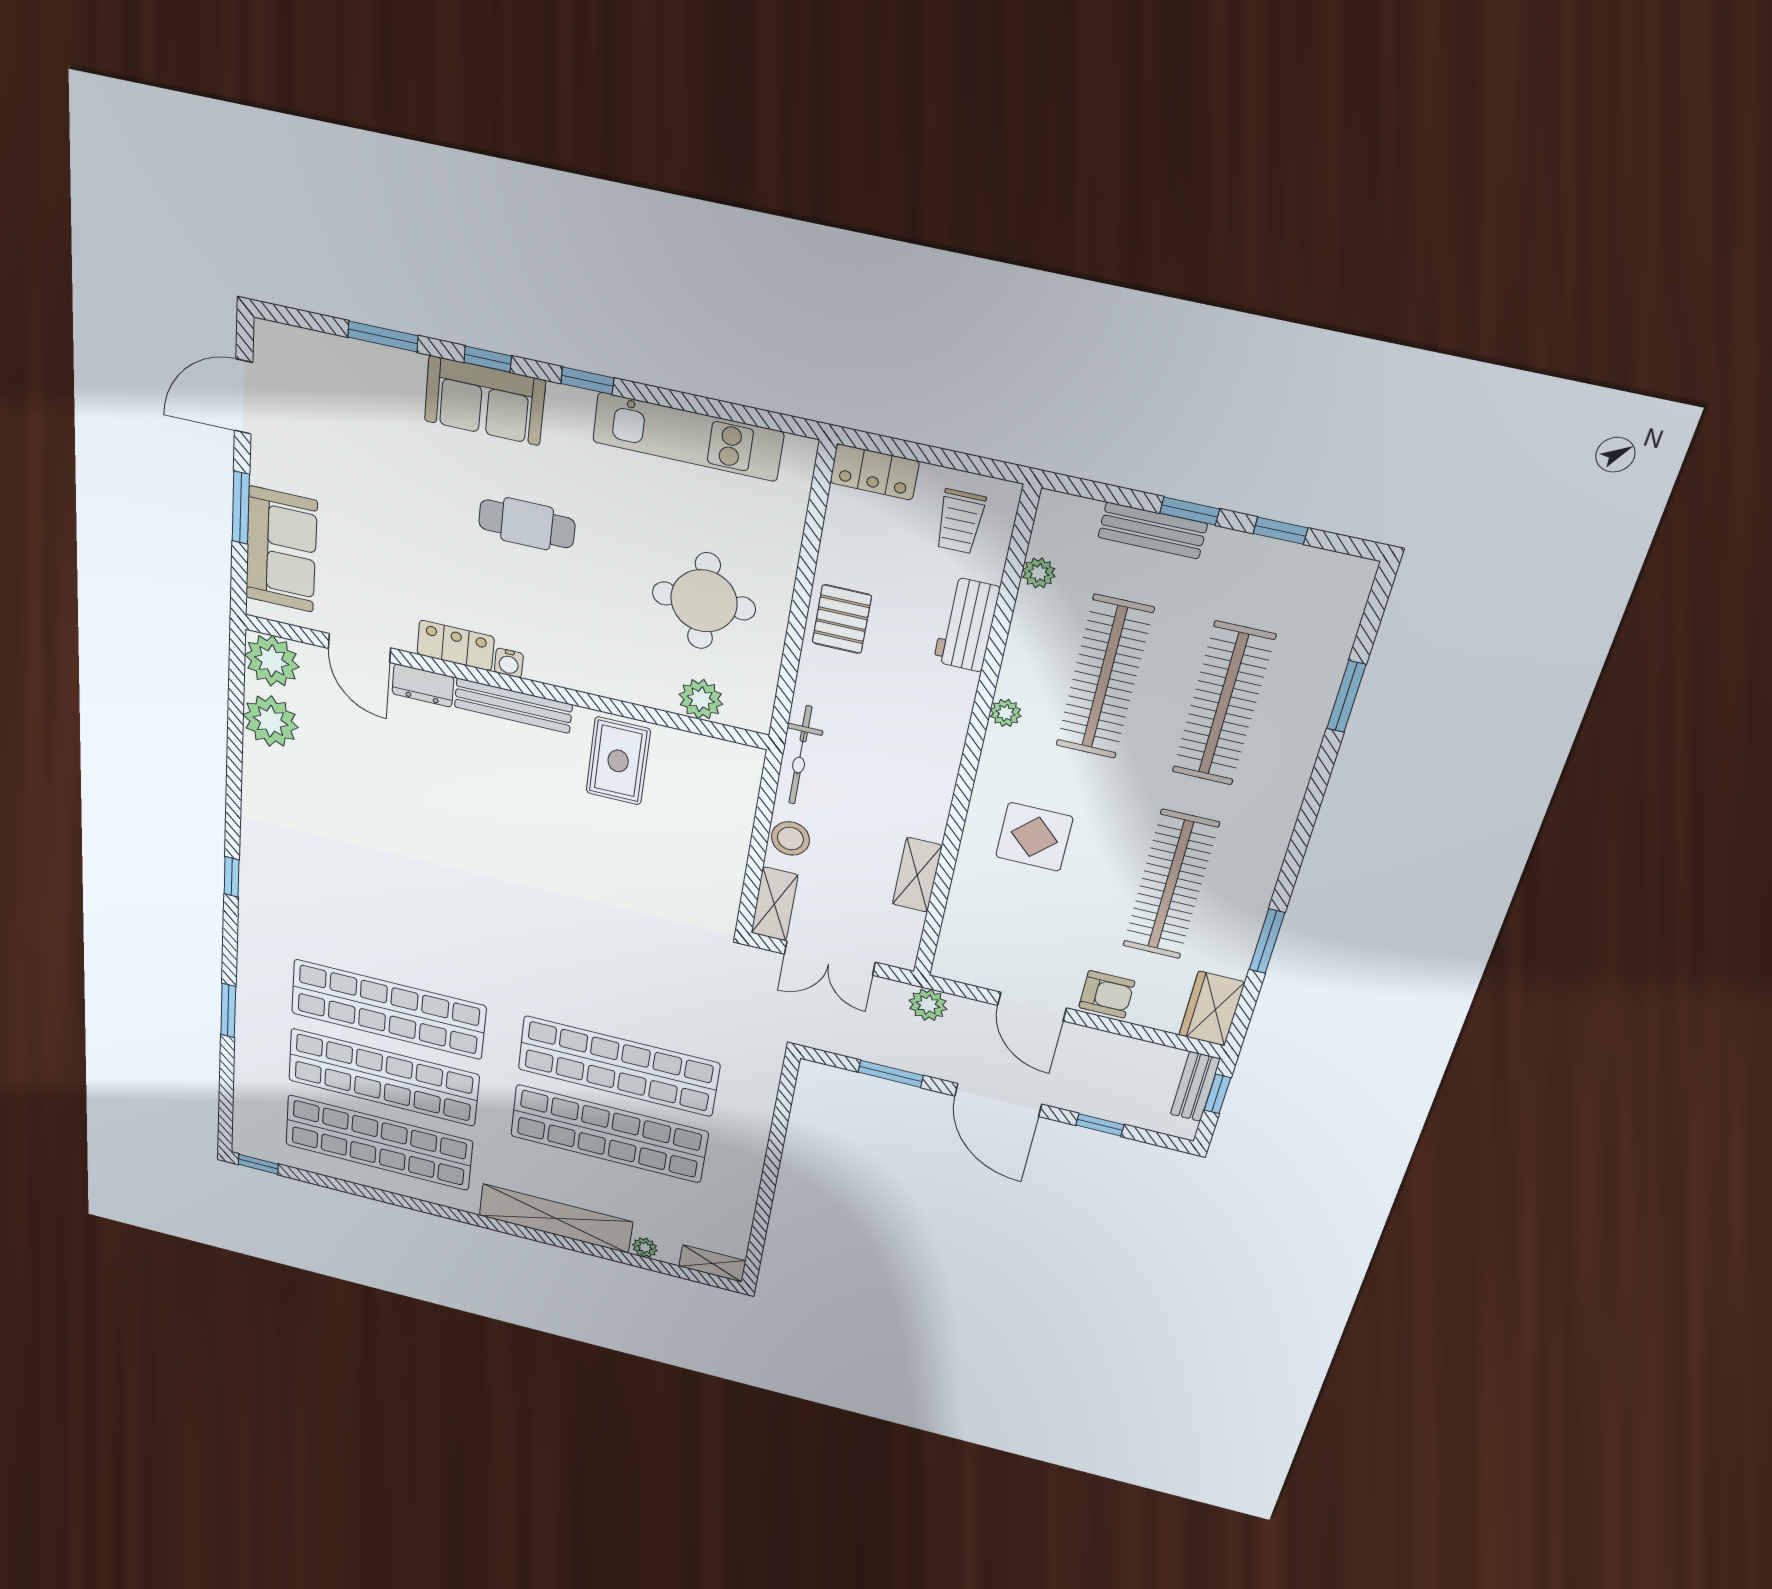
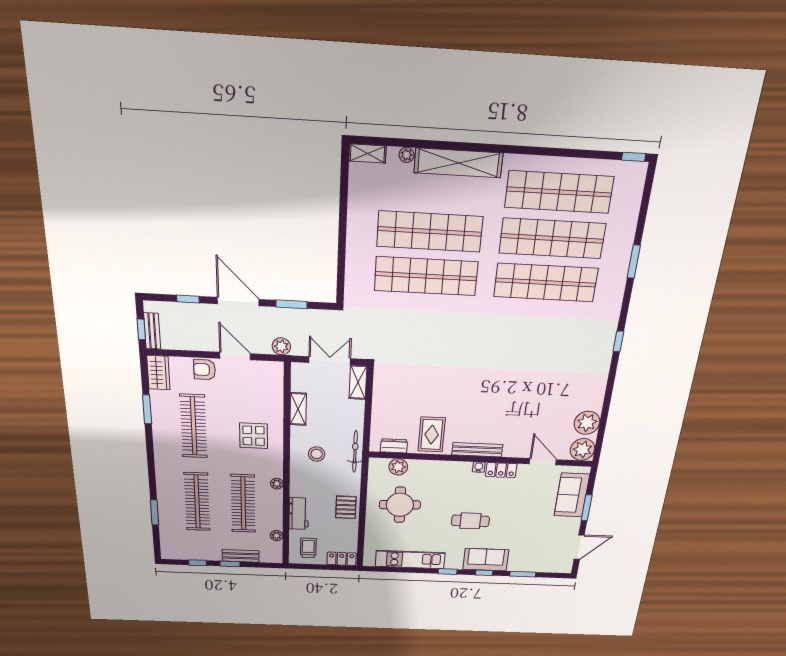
dresser: (423, 686) -> (394, 446), moved
stool: (790, 838) -> (317, 454), moved

